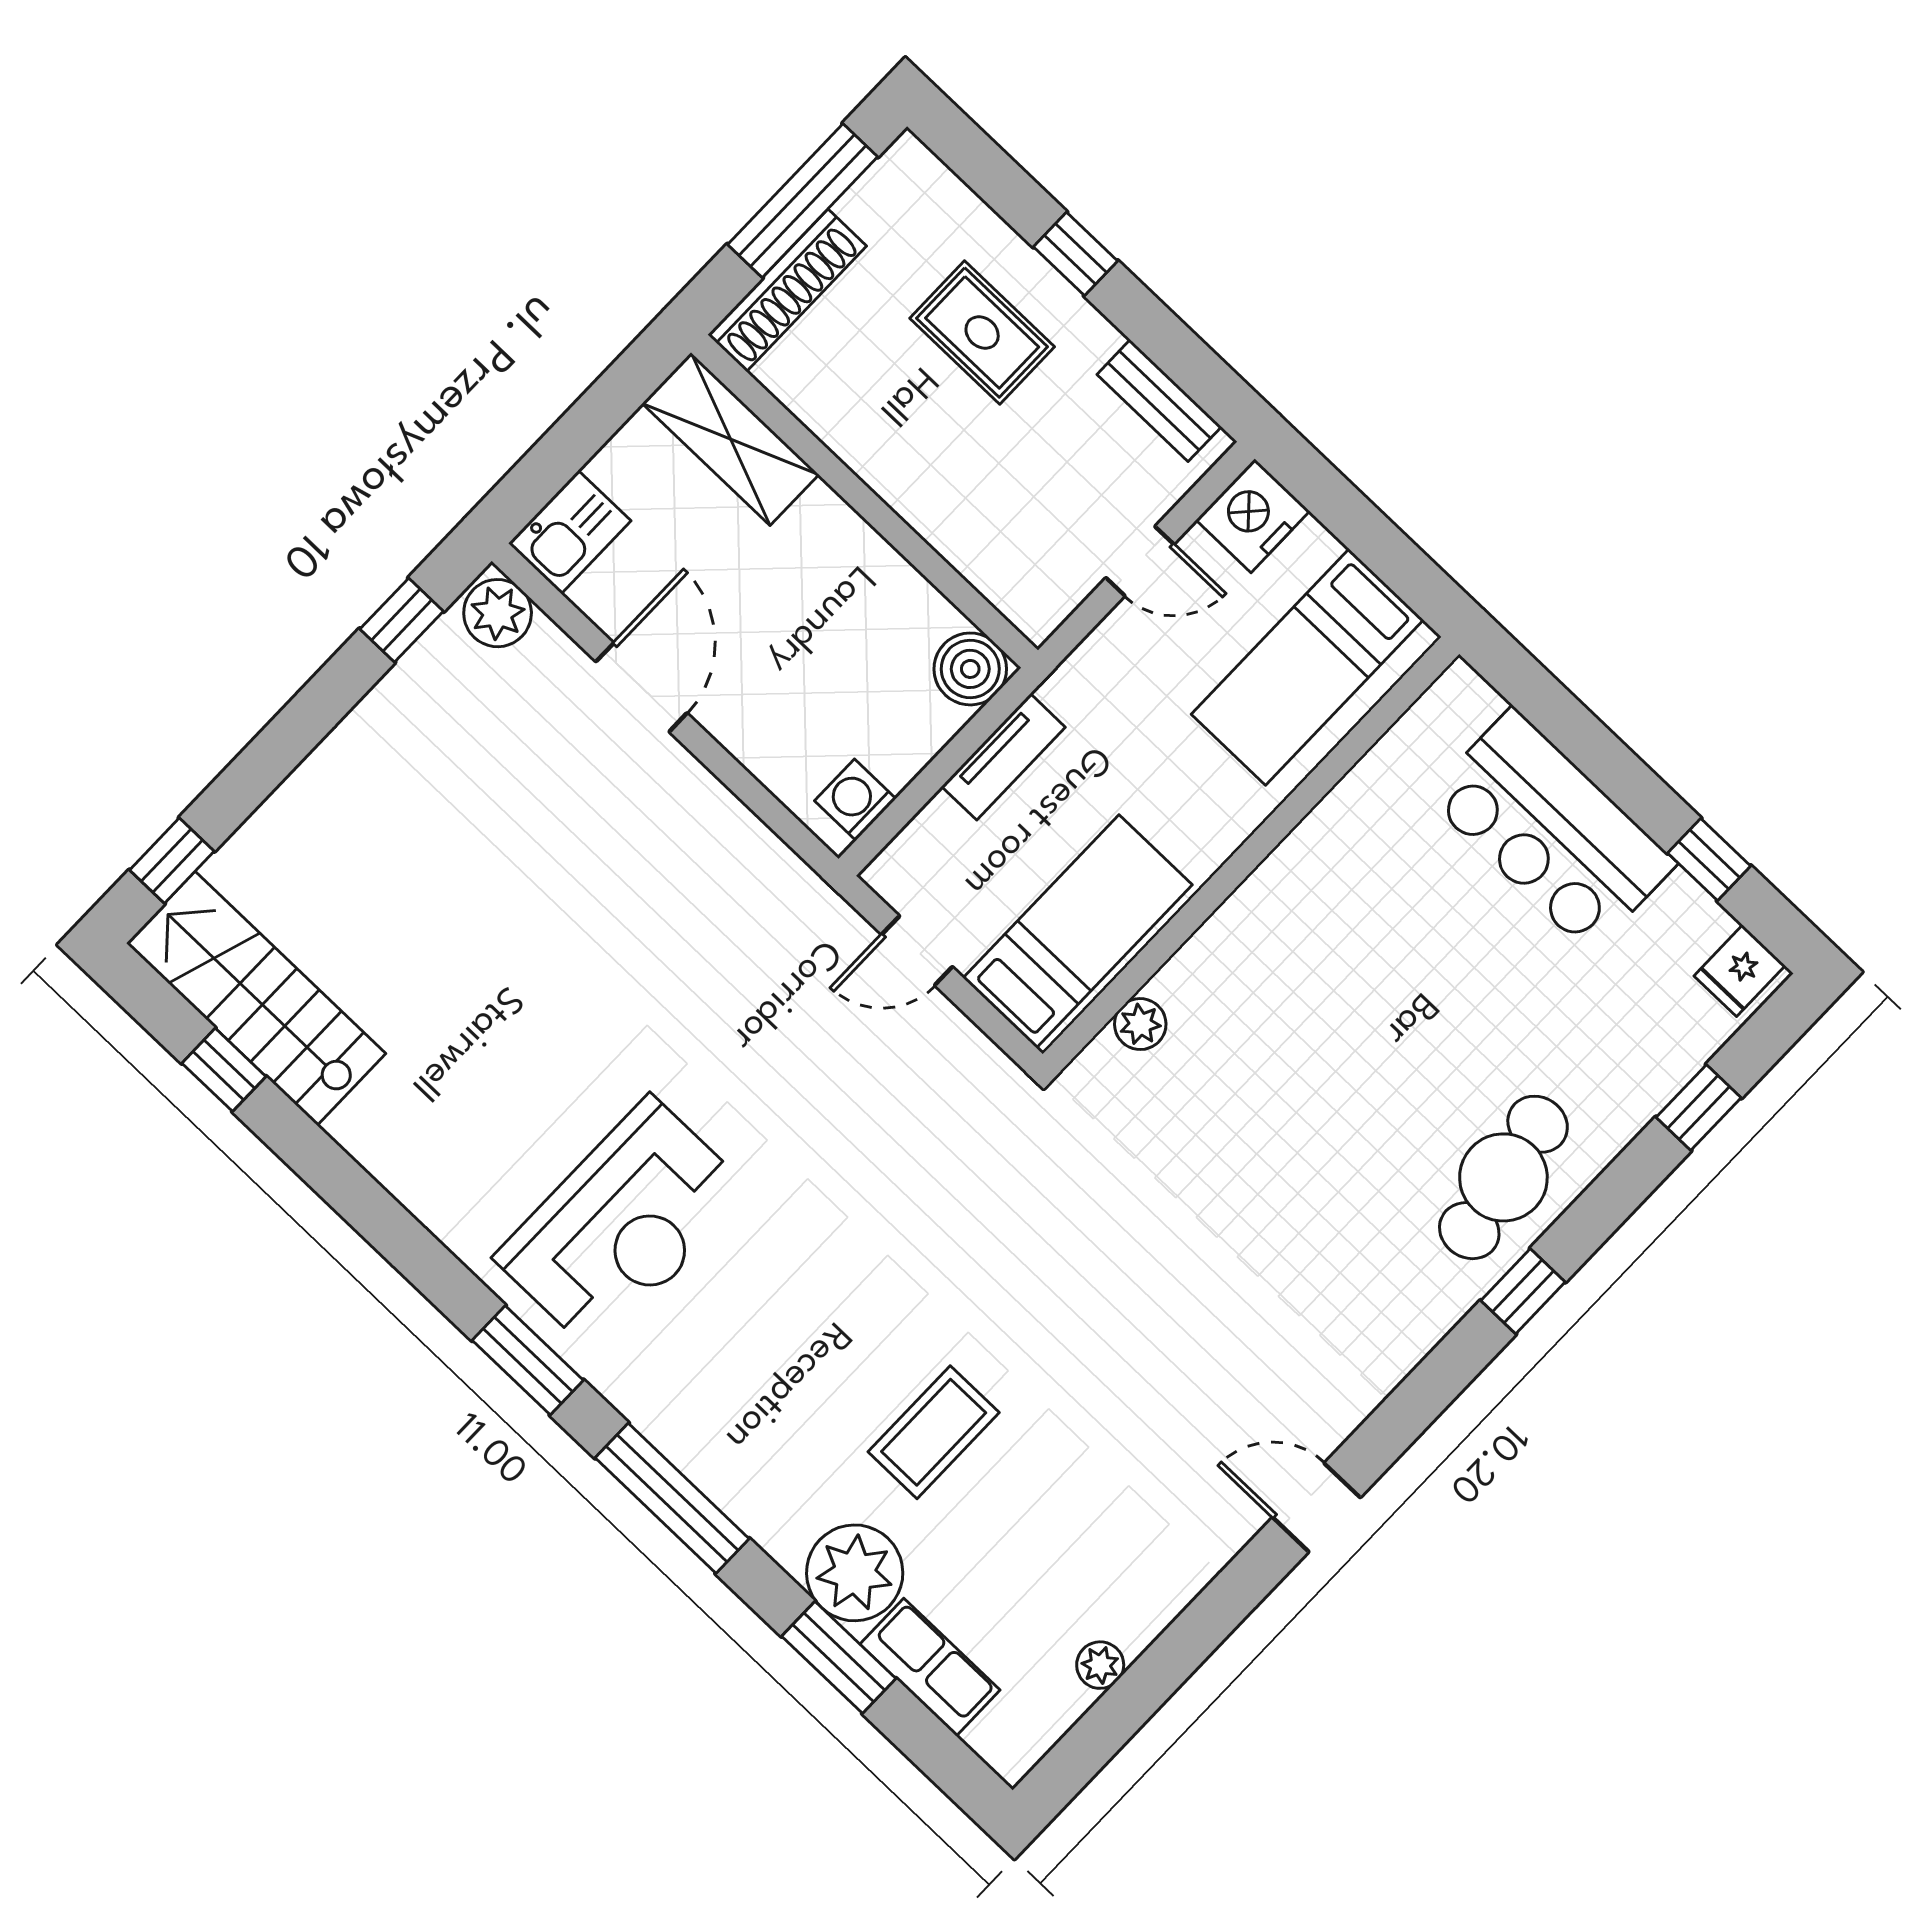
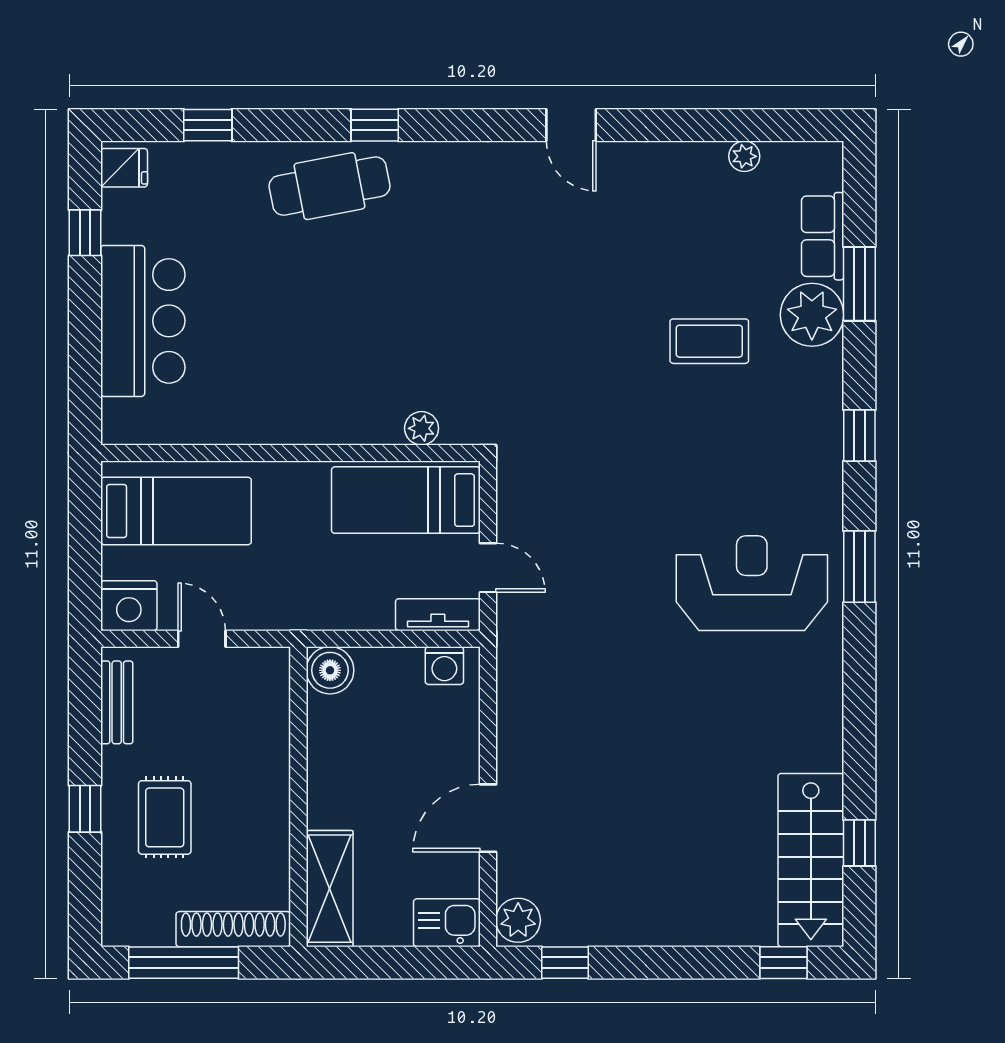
tv unit: (1003, 757) -> (438, 615), moved
window: (672, 1498) -> (859, 435), width x0.46

